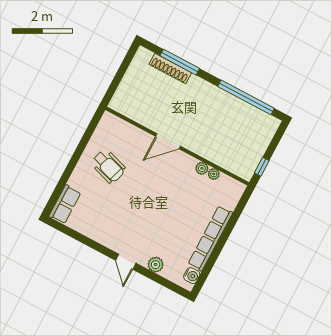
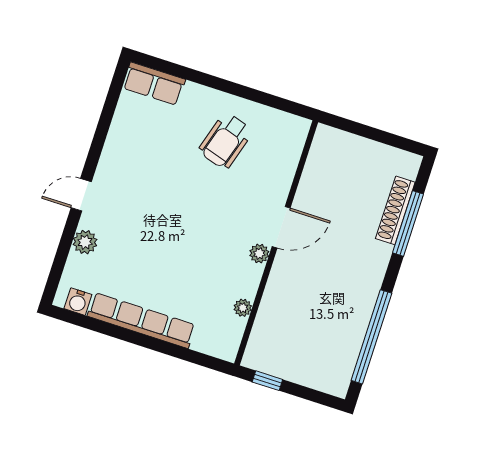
door: (168, 141) -> (281, 227), swing flipped
plant: (202, 168) -> (259, 254), moved

